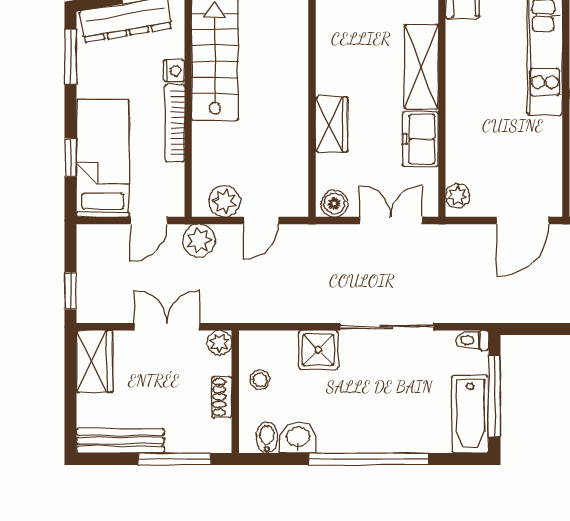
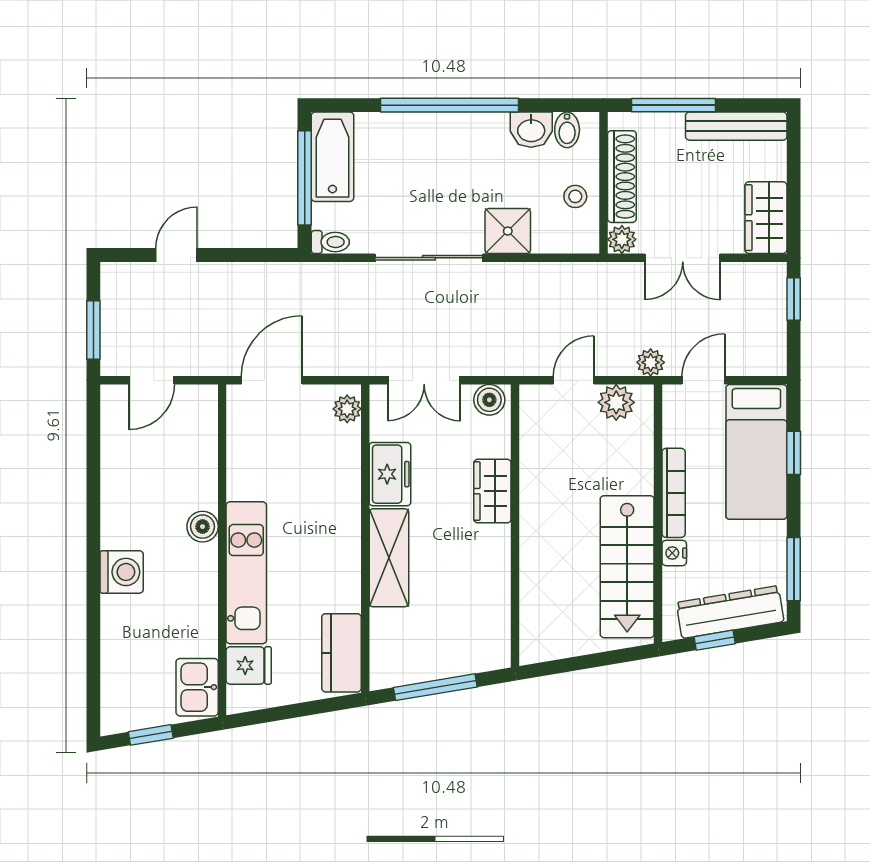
plant: (199, 240) -> (651, 362), width x0.73, depth x0.73
shoe rack: (222, 397) -> (622, 177), width x1.94, depth x1.24

